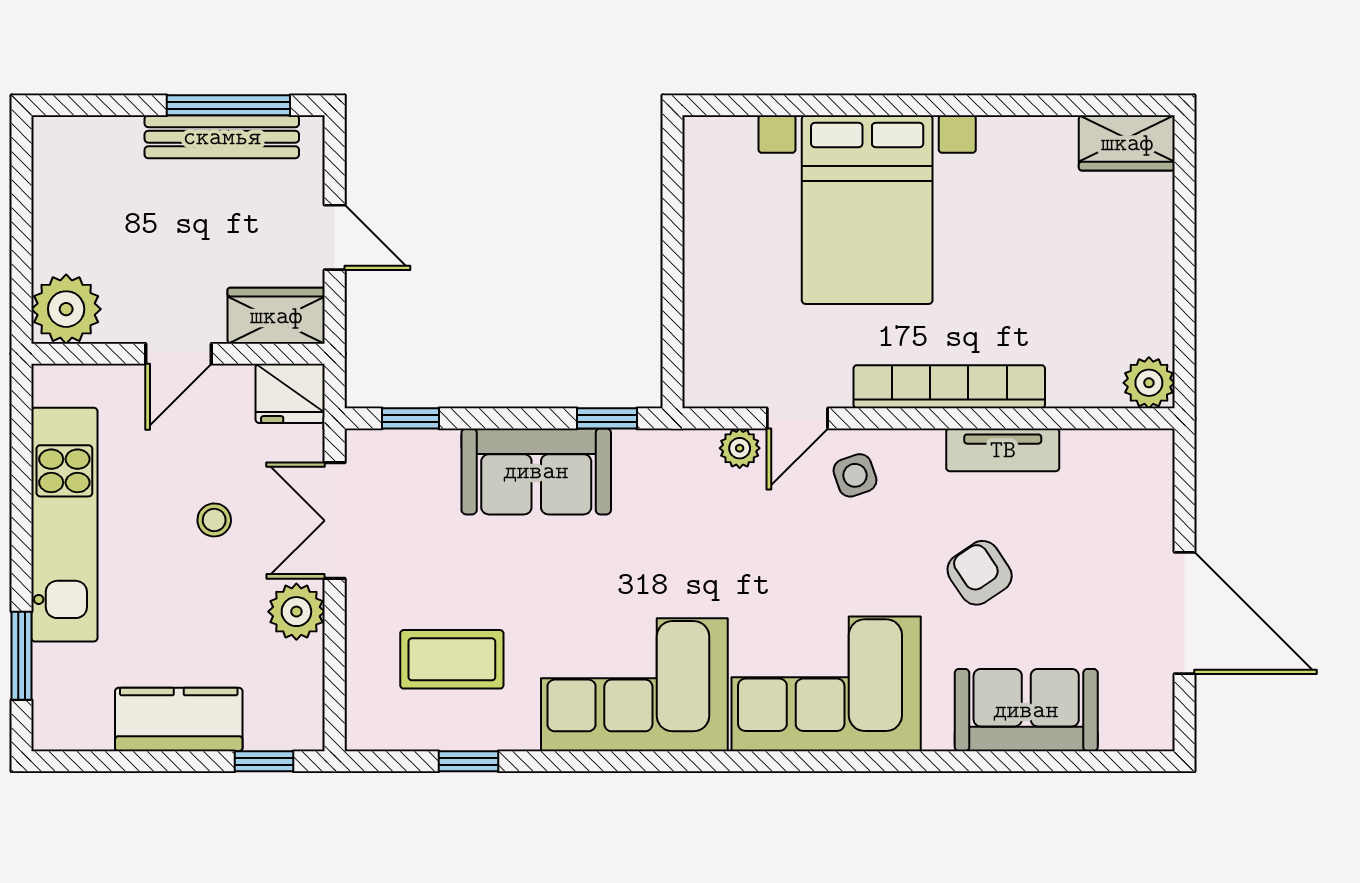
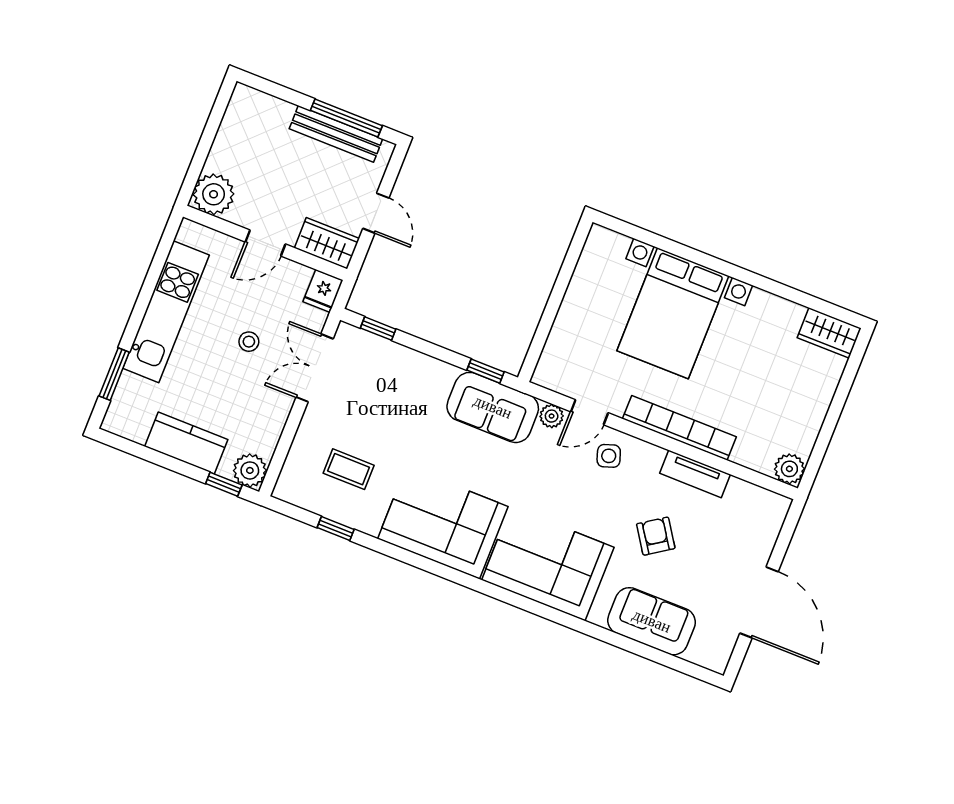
fridge: (290, 393) -> (323, 291), width x0.72
sofa: (536, 471) -> (493, 407), moved
plant: (296, 612) -> (250, 470), moved
coffee table: (452, 659) -> (349, 469), width x0.73, depth x0.77

